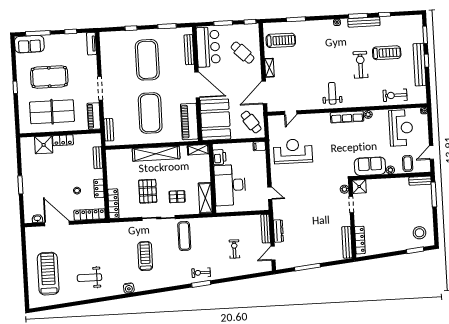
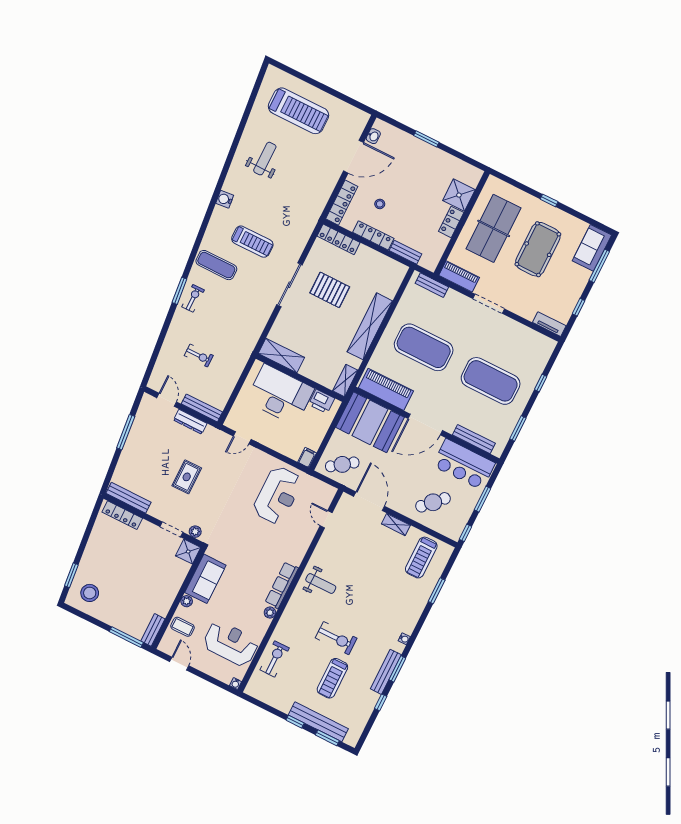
bench: (419, 65) -> (318, 722), moved
reception desk: (401, 128) -> (231, 643), turned 180
locker: (99, 188) -> (373, 235), width x1.53
pallet: (177, 197) -> (303, 322), removed
rug: (314, 214) -> (187, 477), added
exercise mat: (184, 236) -> (216, 265), moved

